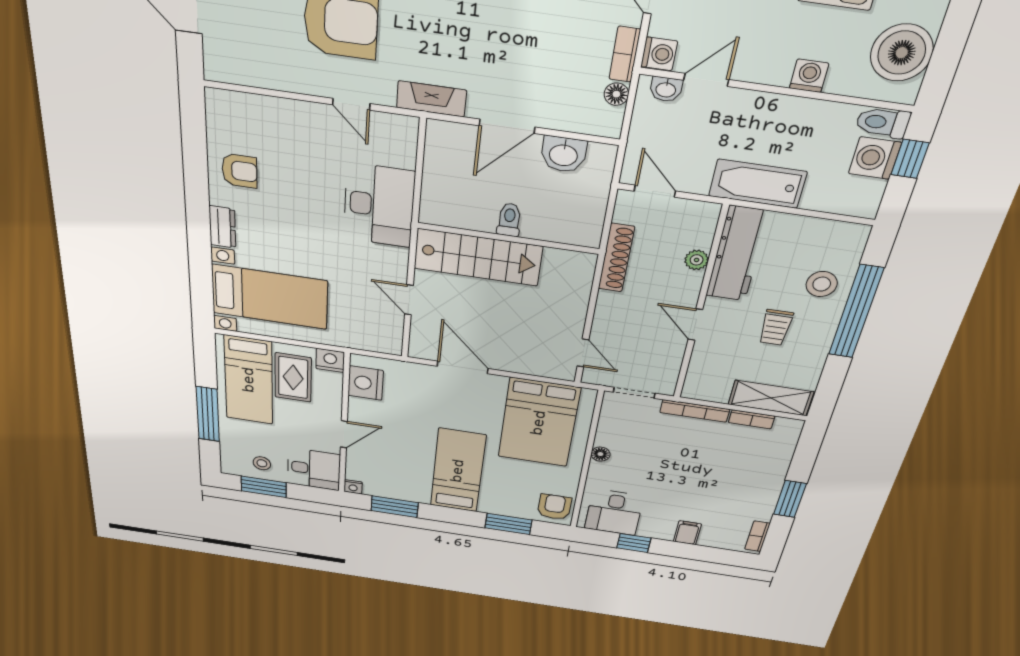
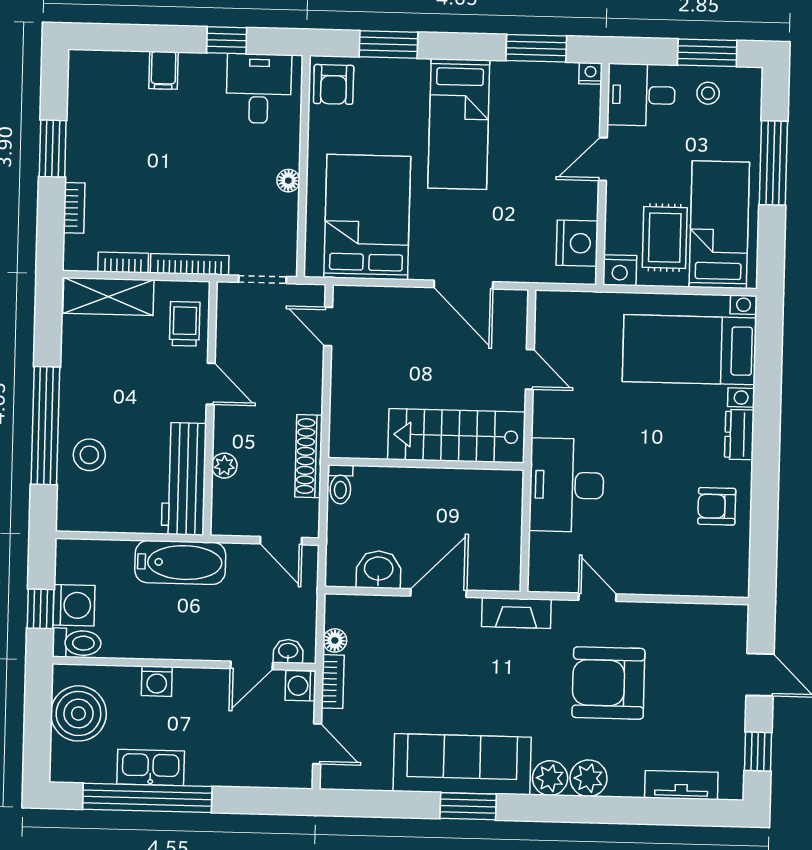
toilet: (509, 220) -> (340, 484), moved
trolley: (776, 327) -> (185, 324), moved
bookcase: (757, 536) -> (74, 208), moved

